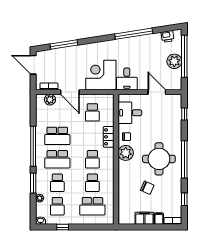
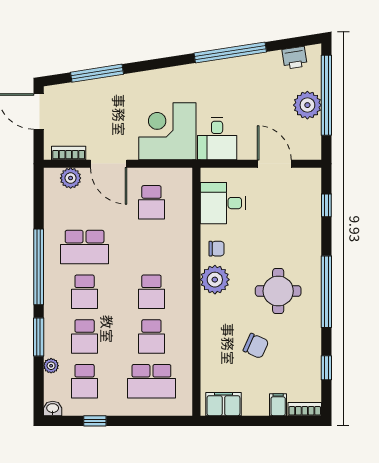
locker: (109, 137) -> (182, 249), removed
school desk: (57, 159) -> (85, 292), width x0.54
round table: (159, 159) -> (278, 291), width x0.73, depth x0.73
filing cabinet: (144, 218) -> (223, 404), moved

